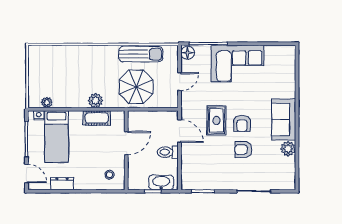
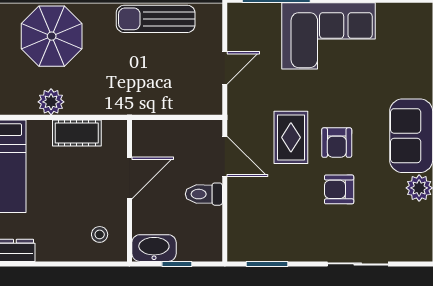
floor lamp: (188, 53) -> (239, 16), removed
sun lounger: (141, 54) -> (156, 19), turned 180
parasol: (136, 87) -> (52, 36), moved
plant: (95, 101) -> (51, 102), moved
washbasin: (161, 182) -> (154, 248), moved

